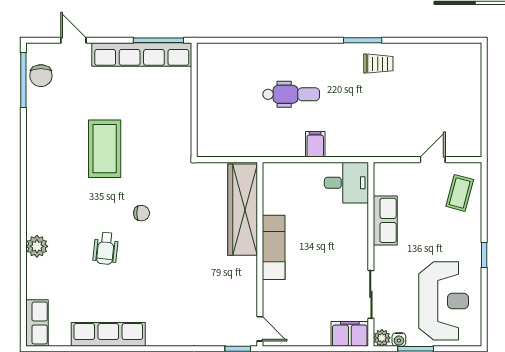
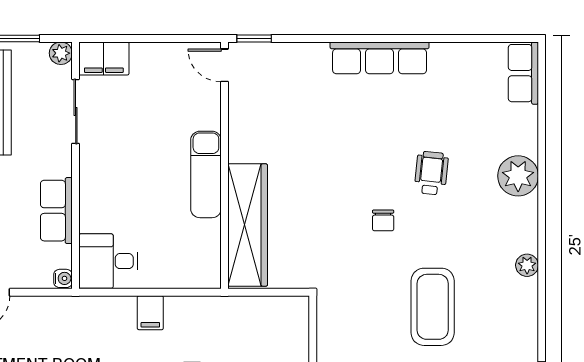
plant: (34, 180) -> (527, 265), added
chair: (142, 213) -> (383, 220), turned -90
plant: (37, 246) -> (518, 176), width x1.36, depth x1.36
row of seats: (108, 334) -> (380, 58), moved
water cooler: (399, 339) -> (63, 278), moved, turned 90

